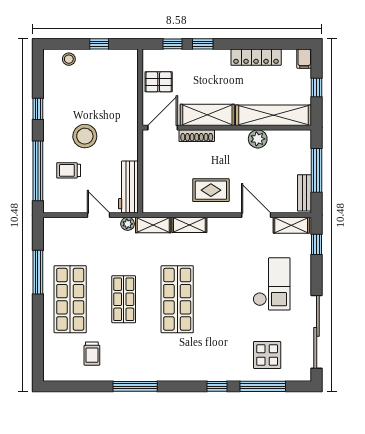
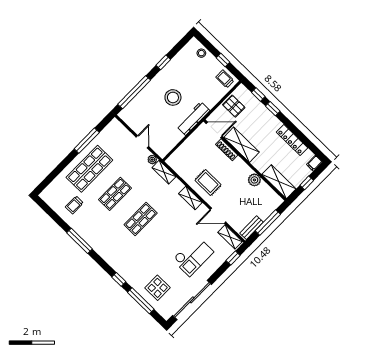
shelving: (274, 115) -> (279, 182), width x0.68
trolley: (69, 170) -> (225, 79), moved
workbench: (128, 187) -> (193, 118), moved
door: (256, 215) -> (218, 216), swing flipped
shelving: (189, 225) -> (190, 198), moved
shop shelf: (177, 299) -> (141, 219), width x0.70, depth x0.74

